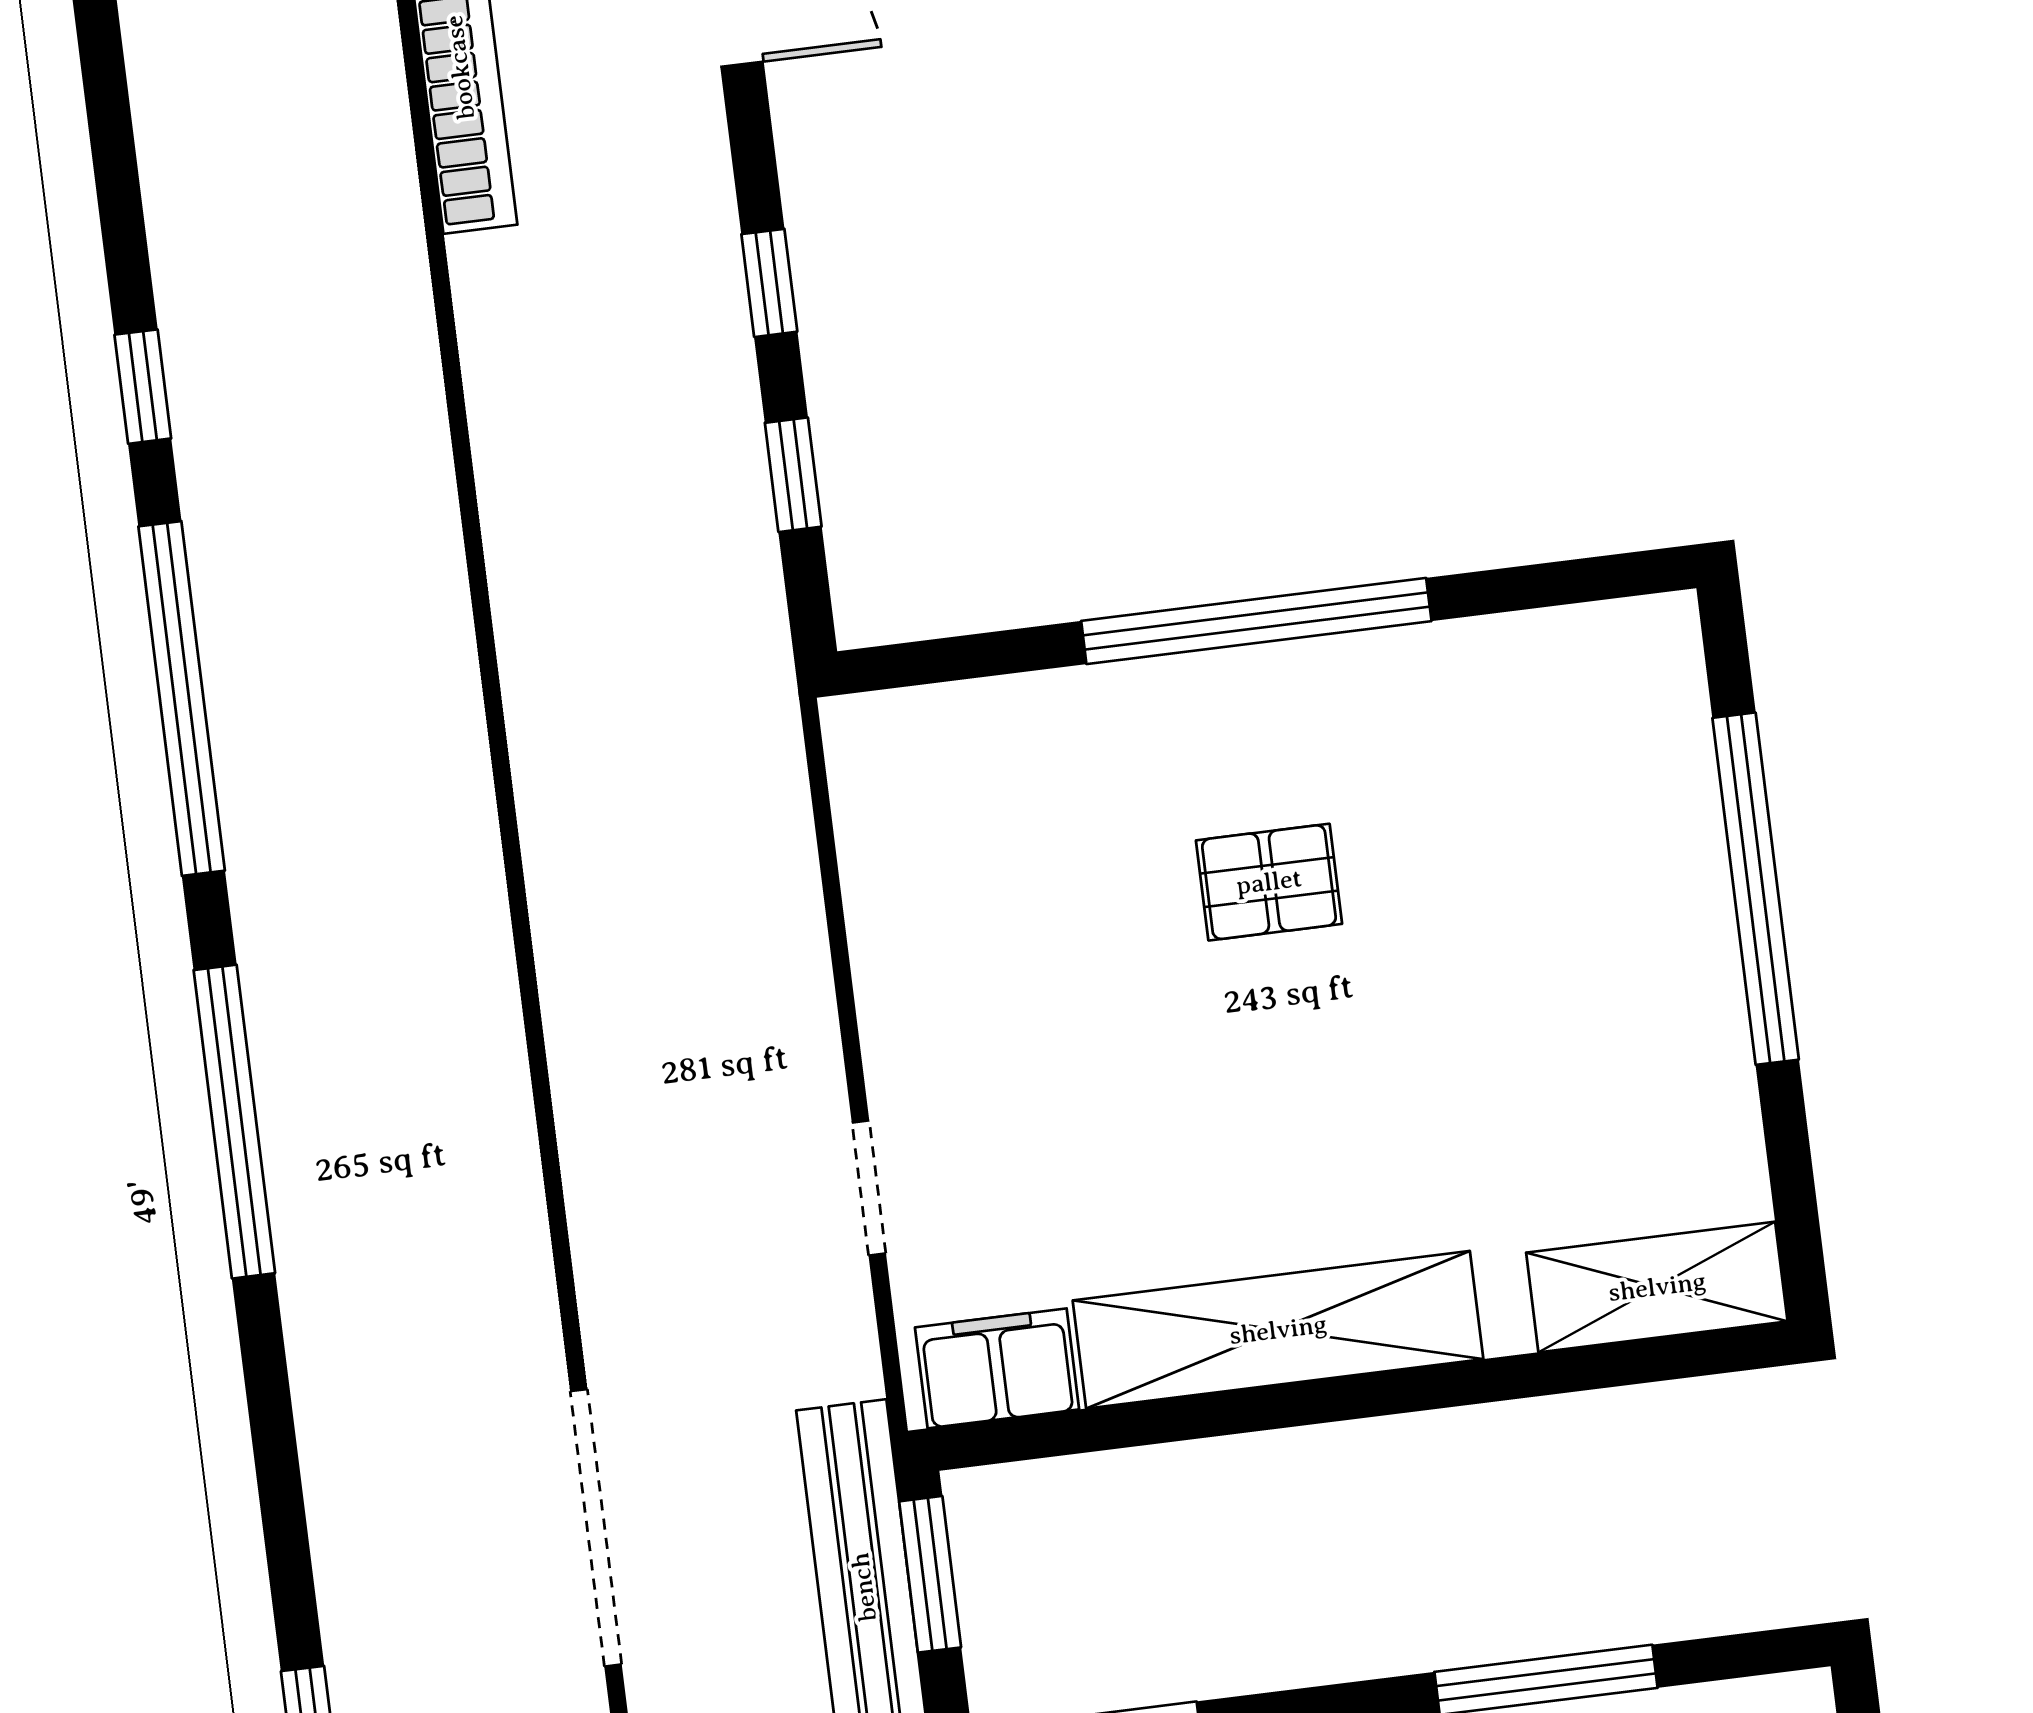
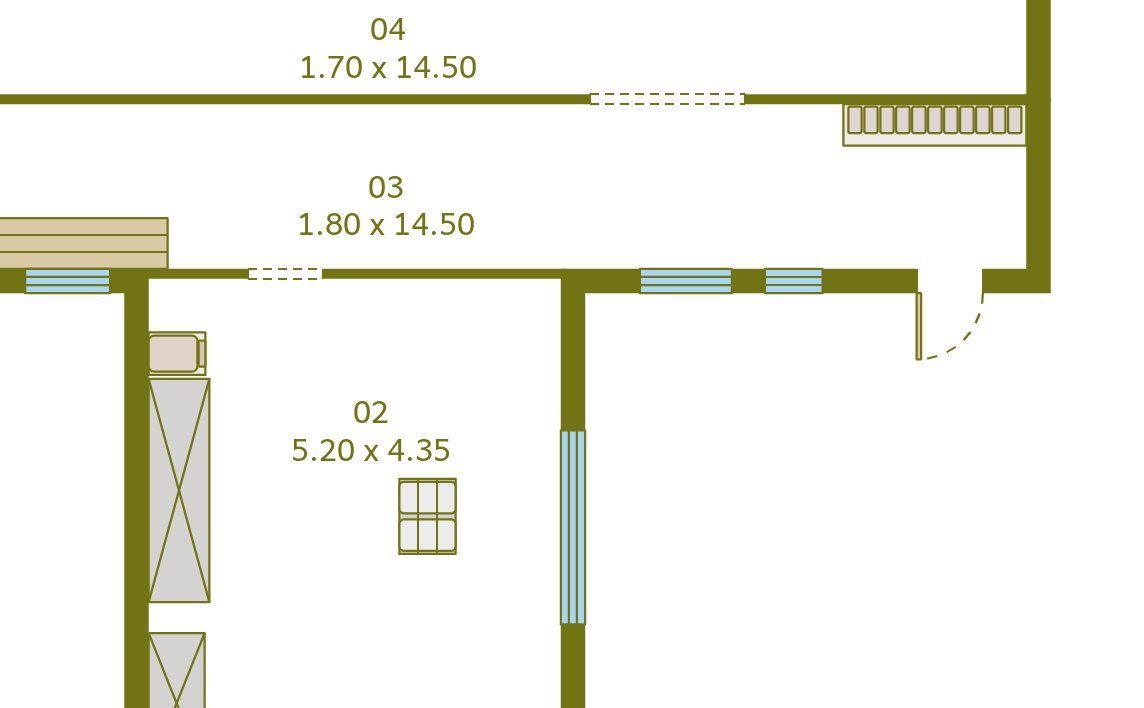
window: (793, 475) -> (686, 281), width x1.50
filing cabinet: (997, 1368) -> (177, 354), width x0.50
doorway: (596, 1528) -> (667, 99), moved

